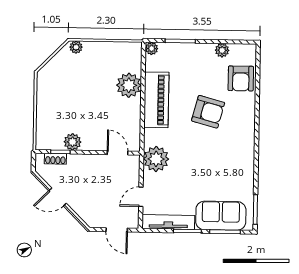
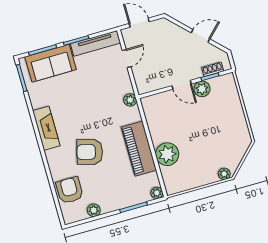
fireplace: (246, 150) -> (46, 128), added
door: (118, 153) -> (182, 85), moved
plant: (156, 159) -> (130, 100), width x0.53, depth x0.53

